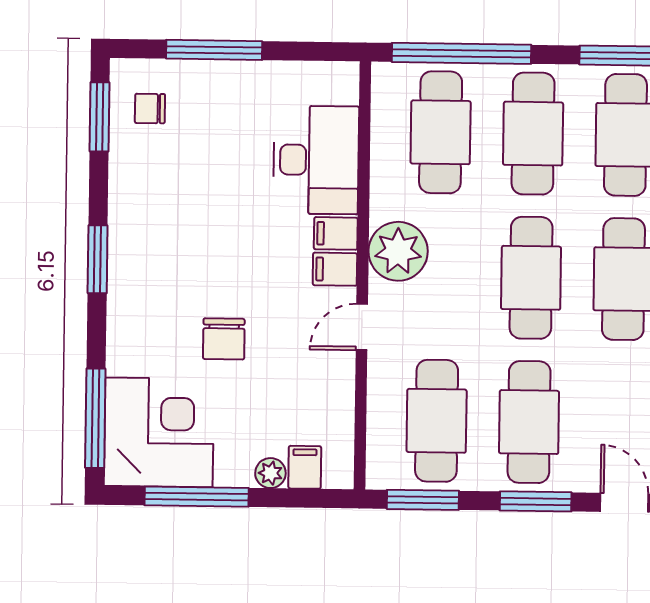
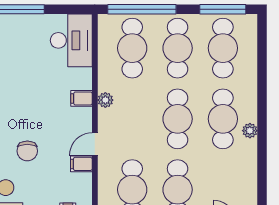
desk: (316, 160) -> (71, 40), moved
plant: (398, 251) -> (105, 100), width x0.53, depth x0.53
filing cabinet: (335, 269) -> (81, 164), moved

